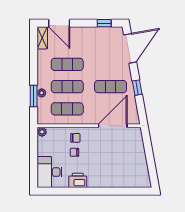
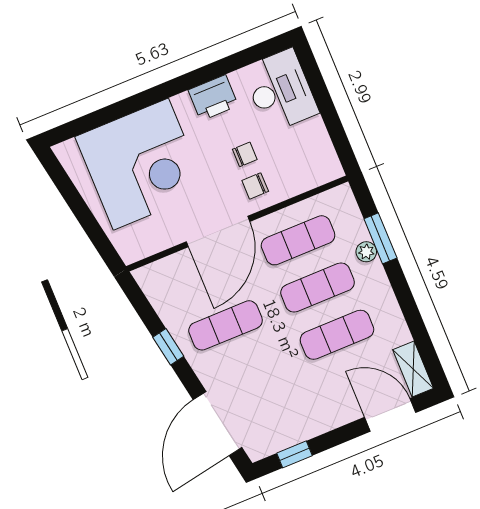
door: (113, 126) -> (218, 232), moved
plant: (42, 132) -> (332, 169), removed
corner desk: (118, 166) -> (141, 164), added

